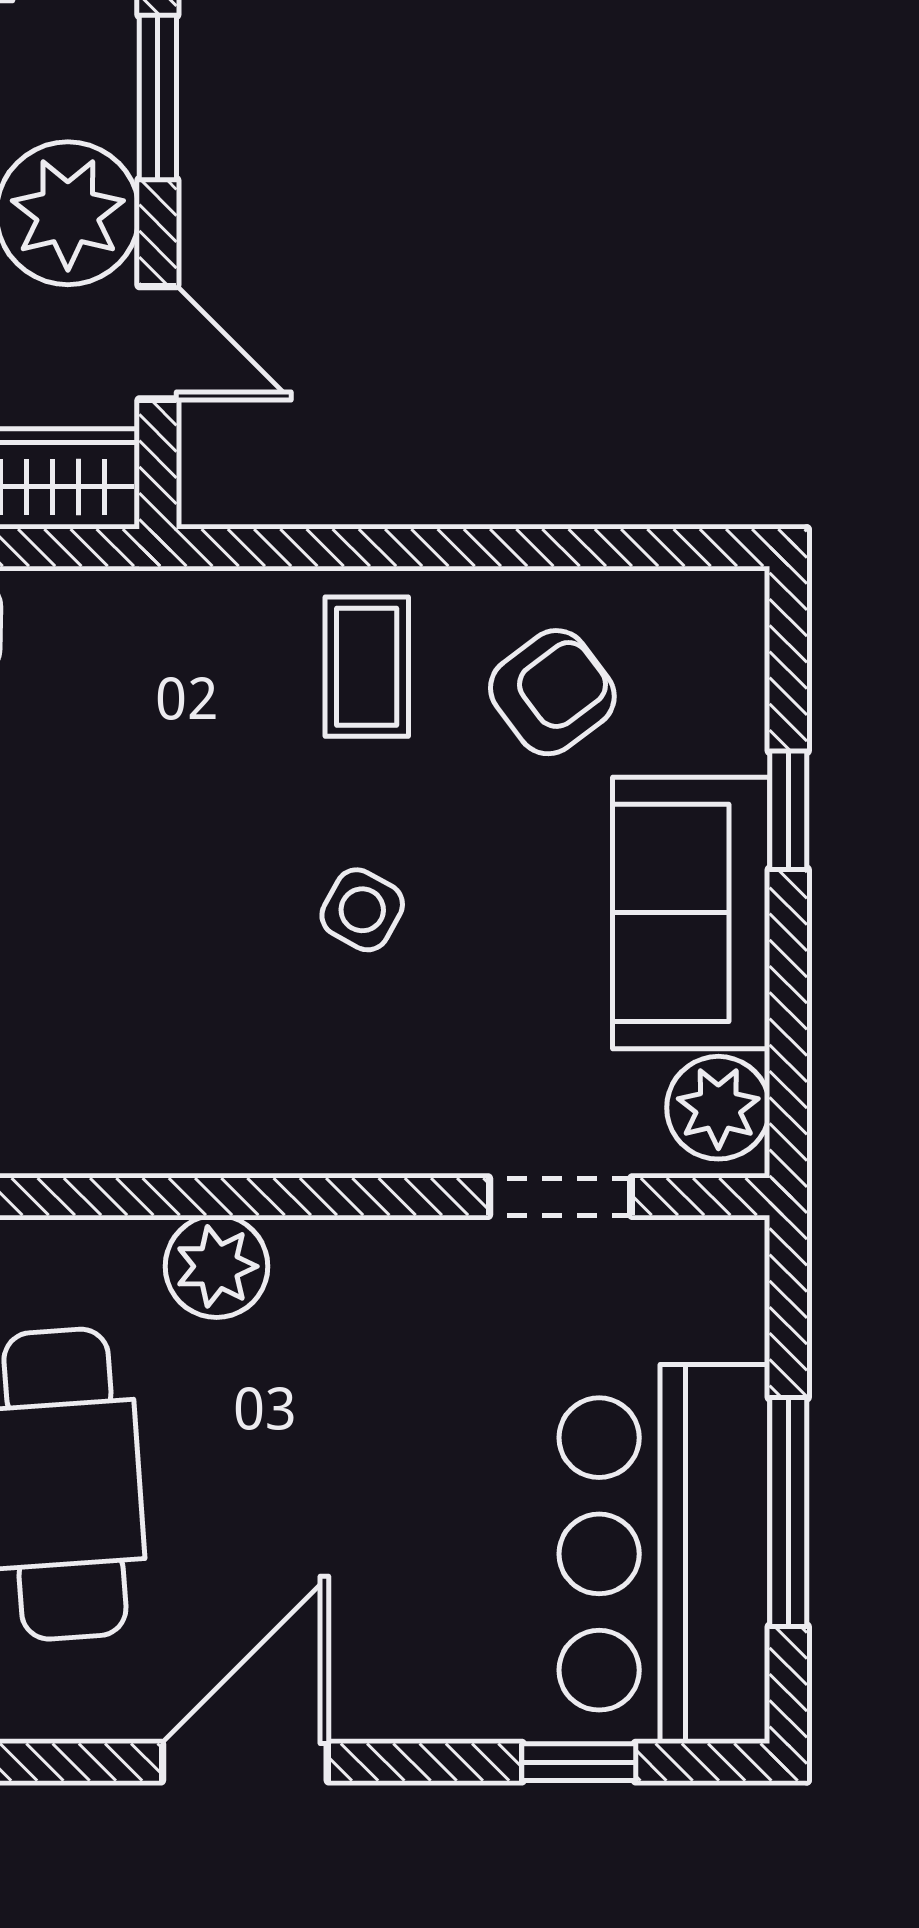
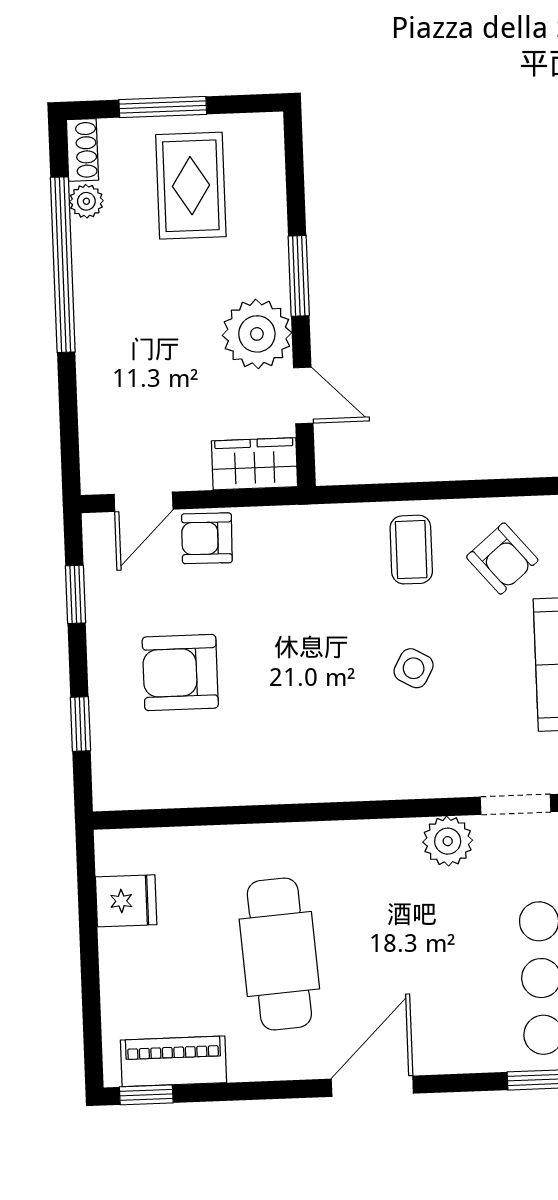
armchair: (552, 692) -> (502, 559), turned 87
plant: (217, 1266) -> (448, 841), moved

